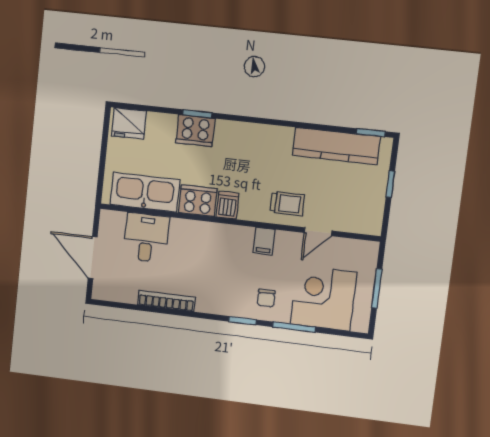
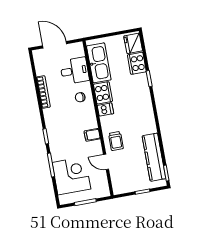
cooker: (195, 131) -> (137, 63), moved
door: (93, 258) -> (55, 45), hinge flipped
chair: (266, 298) -> (80, 97), moved

